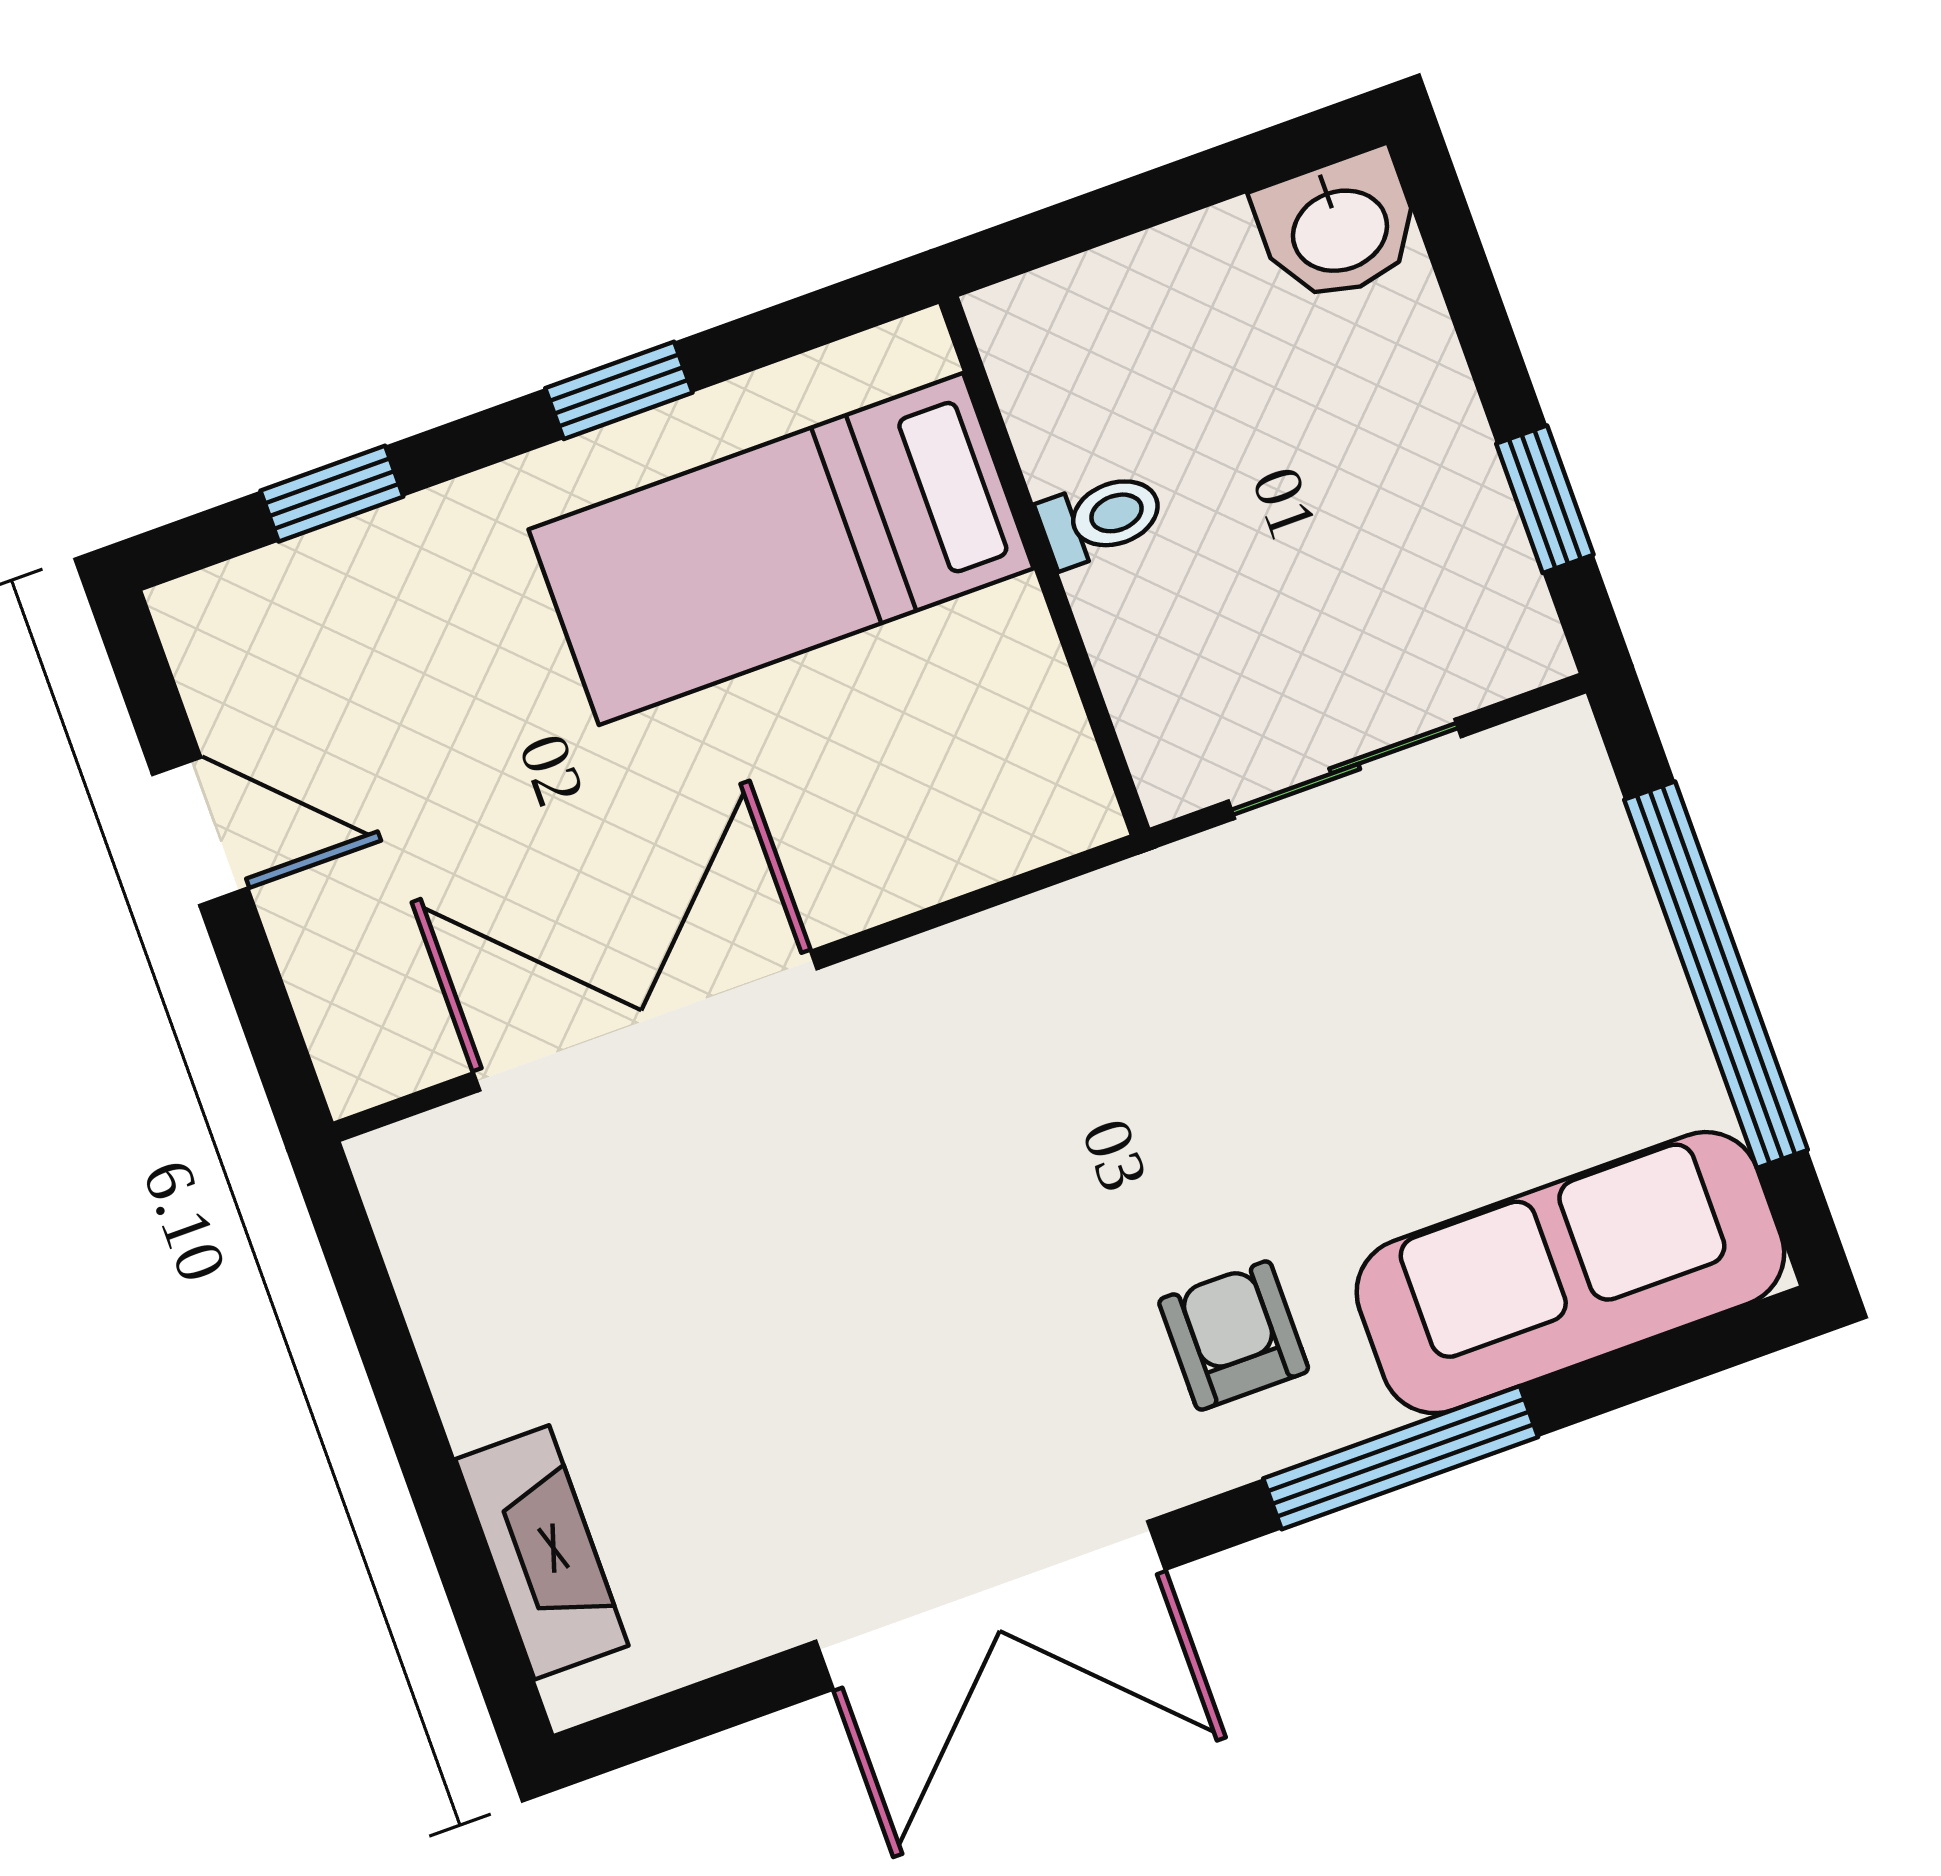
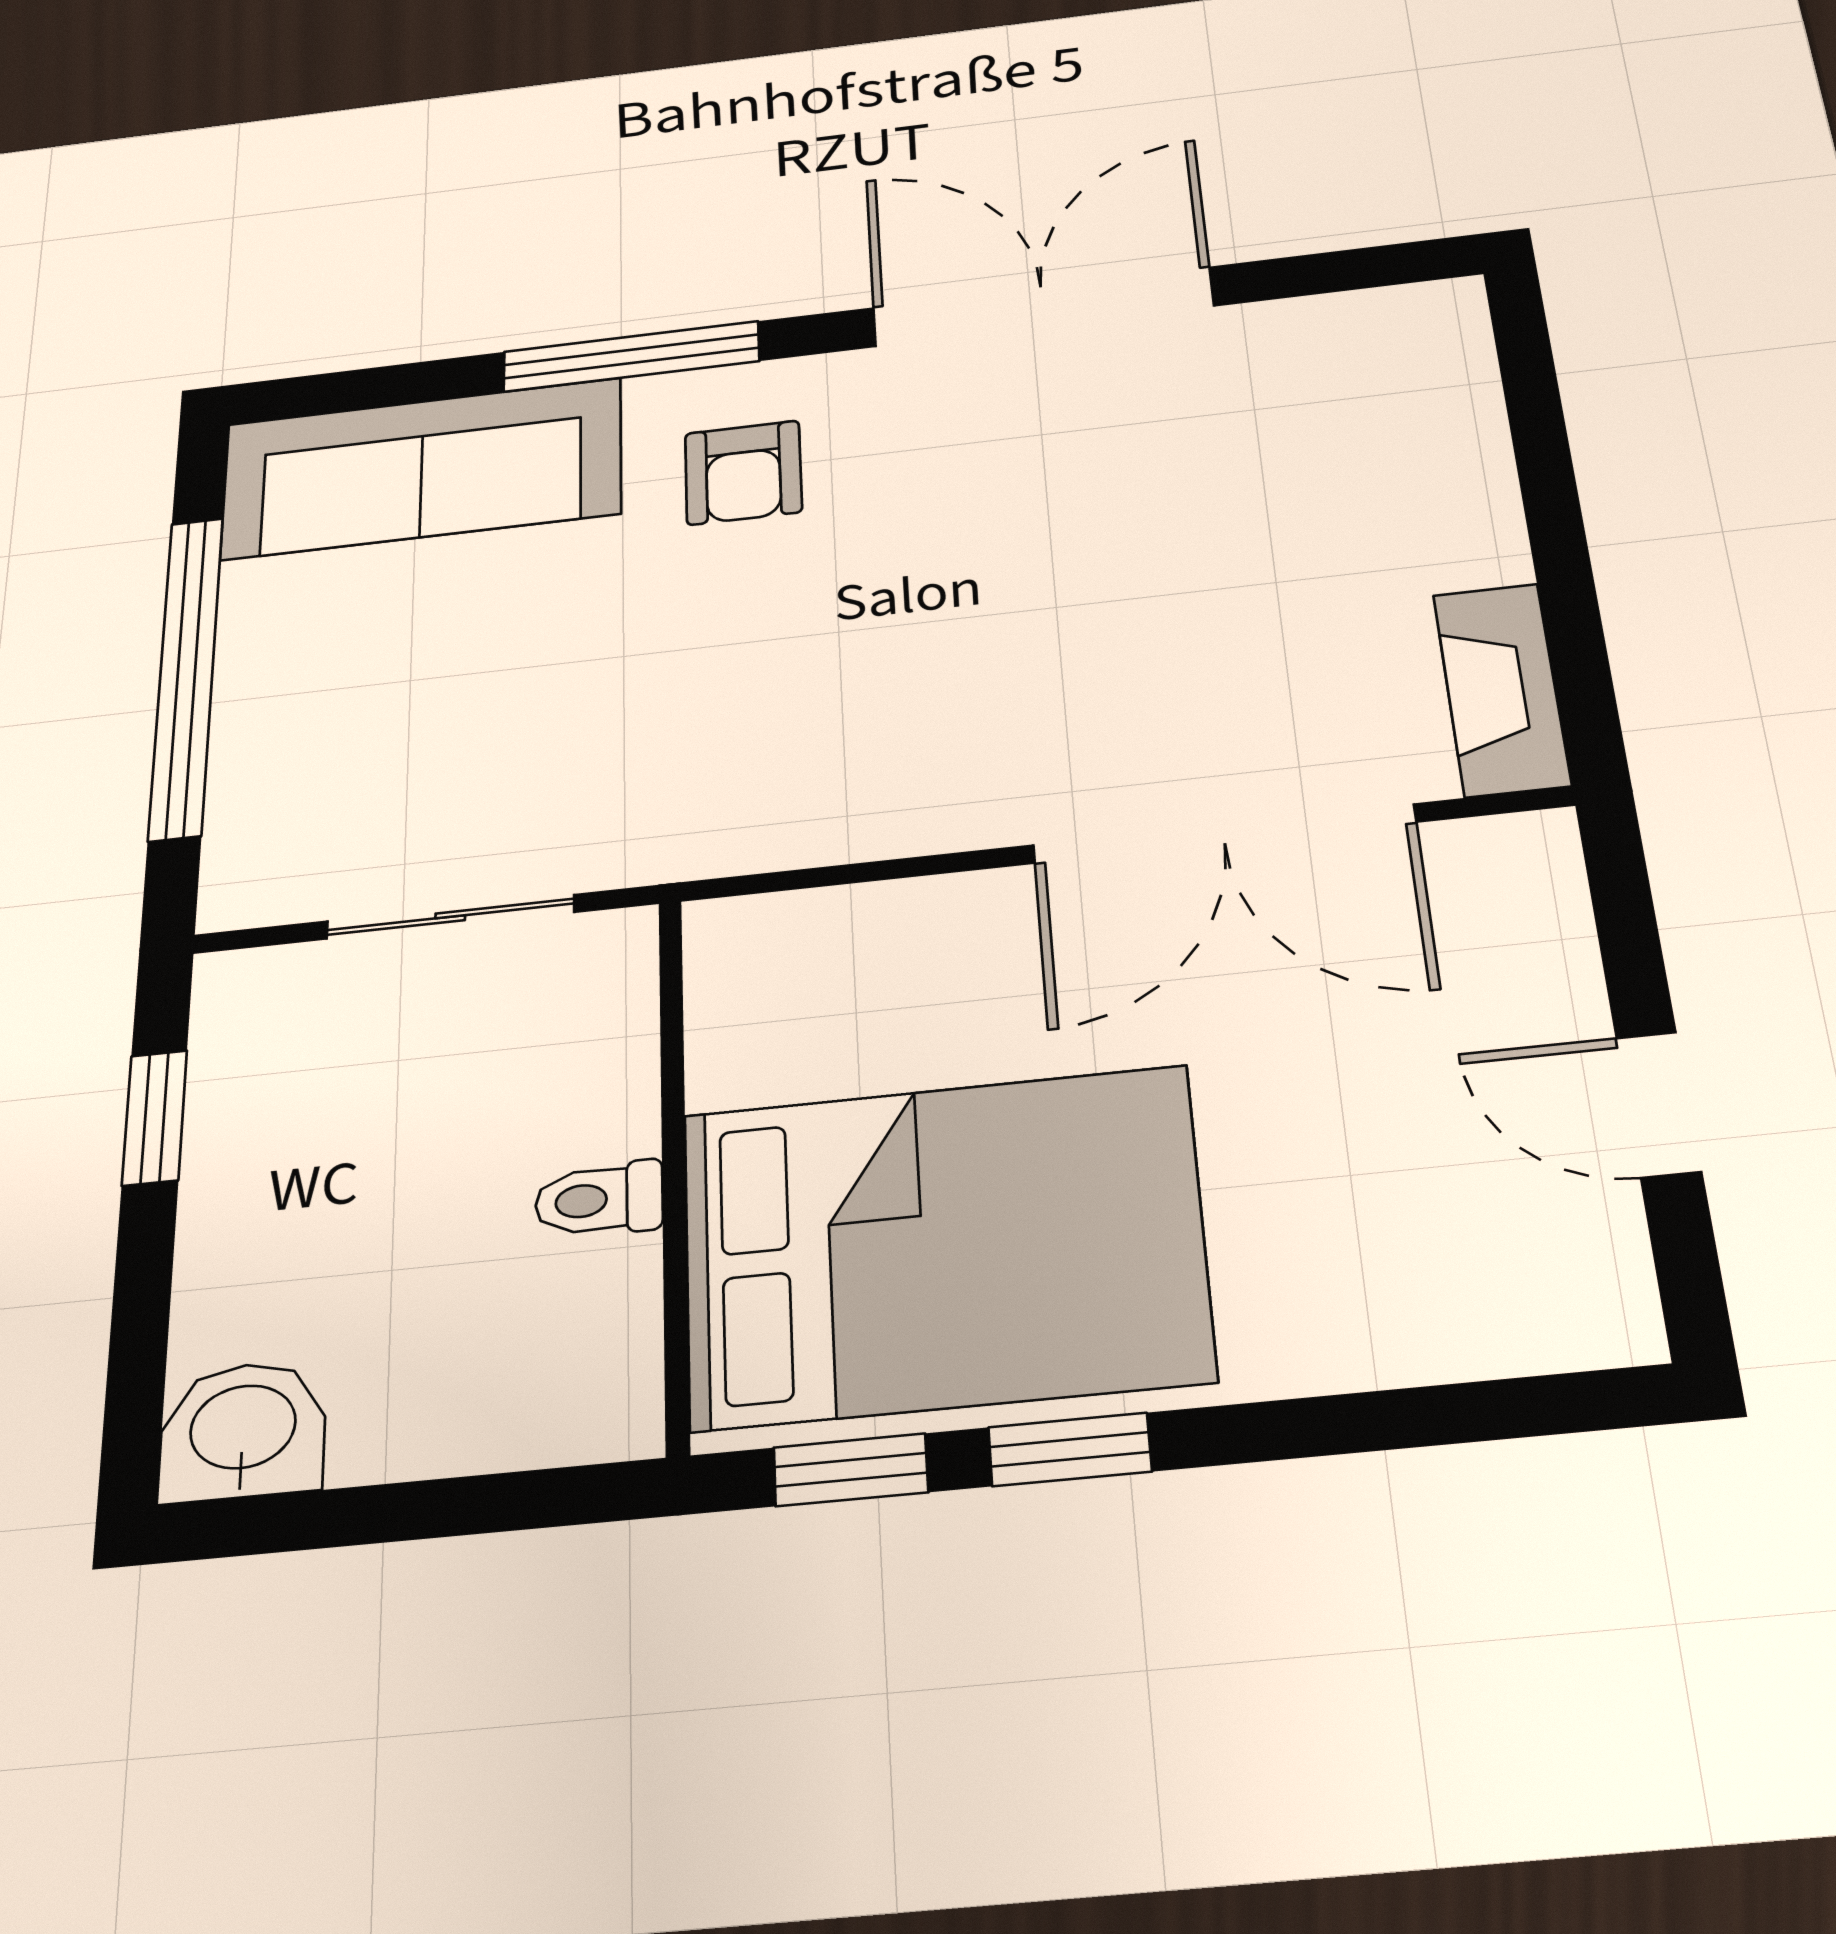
window: (332, 494) -> (851, 1470), moved
bed: (781, 549) -> (943, 1245), width x1.50
fireplace: (542, 1552) -> (1501, 689), moved

